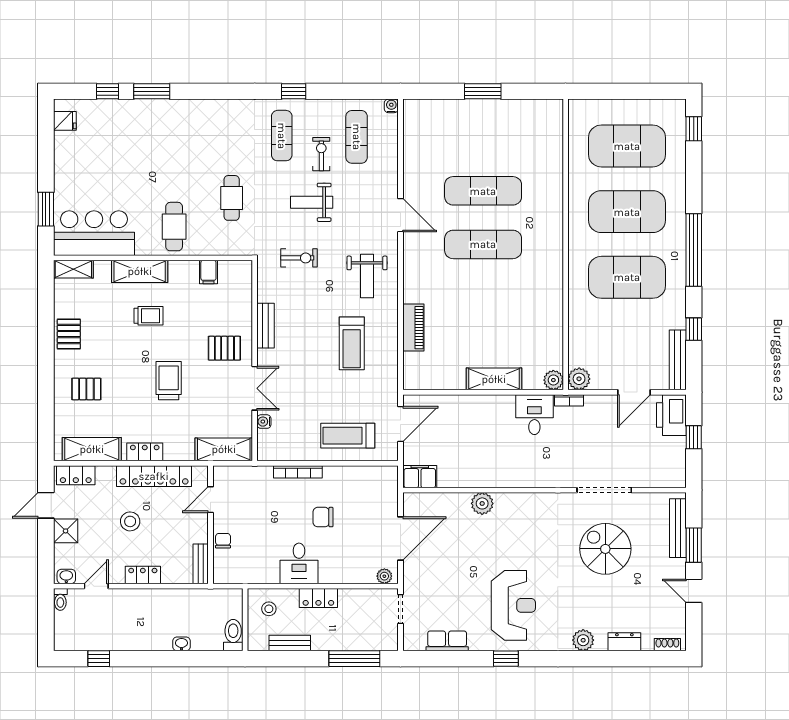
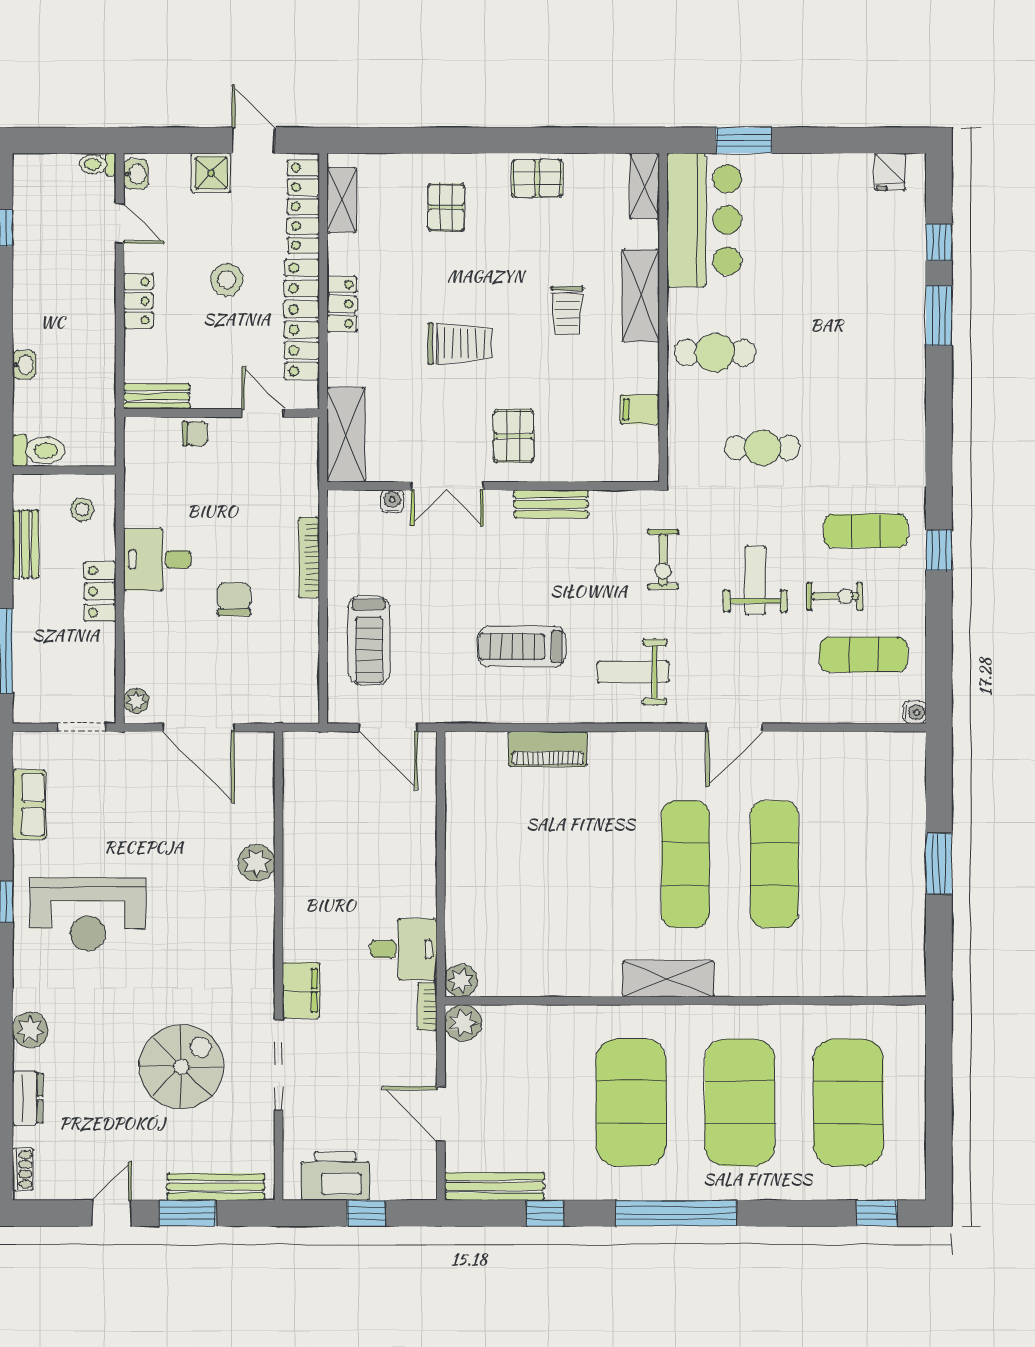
shelving: (494, 379) -> (668, 979), moved, turned 90
printer: (671, 415) -> (335, 1176), moved
treadmill: (348, 436) -> (369, 640), turned 180
shelving: (92, 449) -> (342, 200), width x0.67, depth x0.75
locker: (76, 475) -> (303, 207), width x1.53
filing cabinet: (420, 477) -> (301, 990), moved

